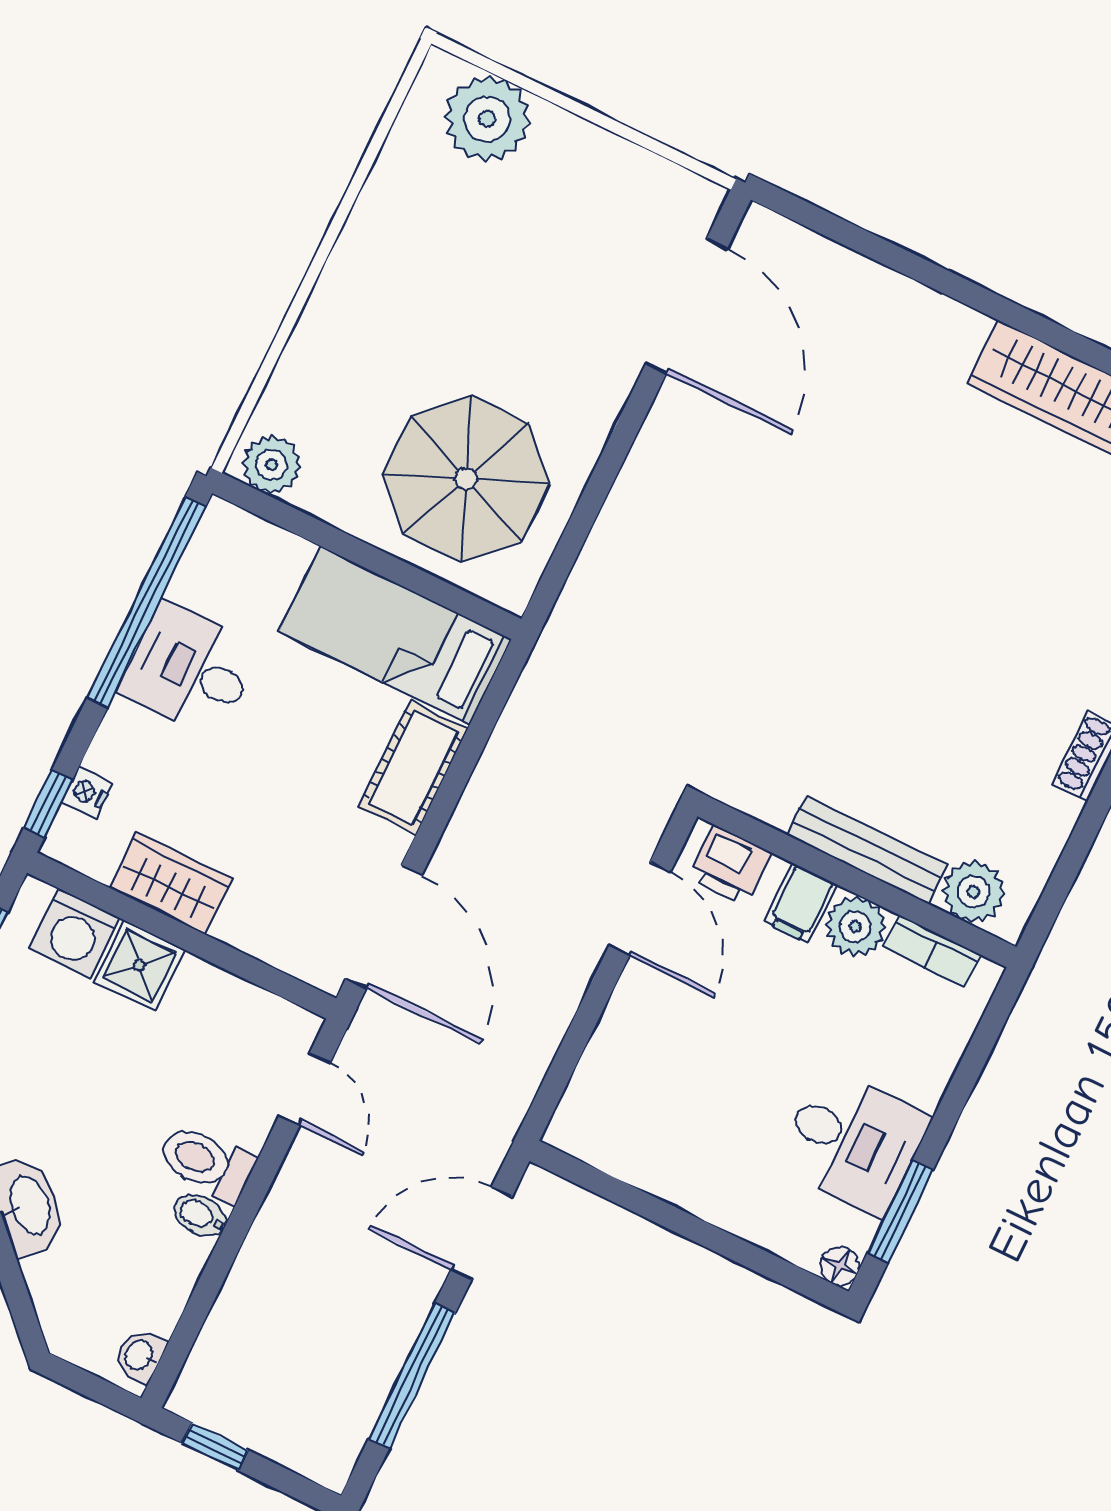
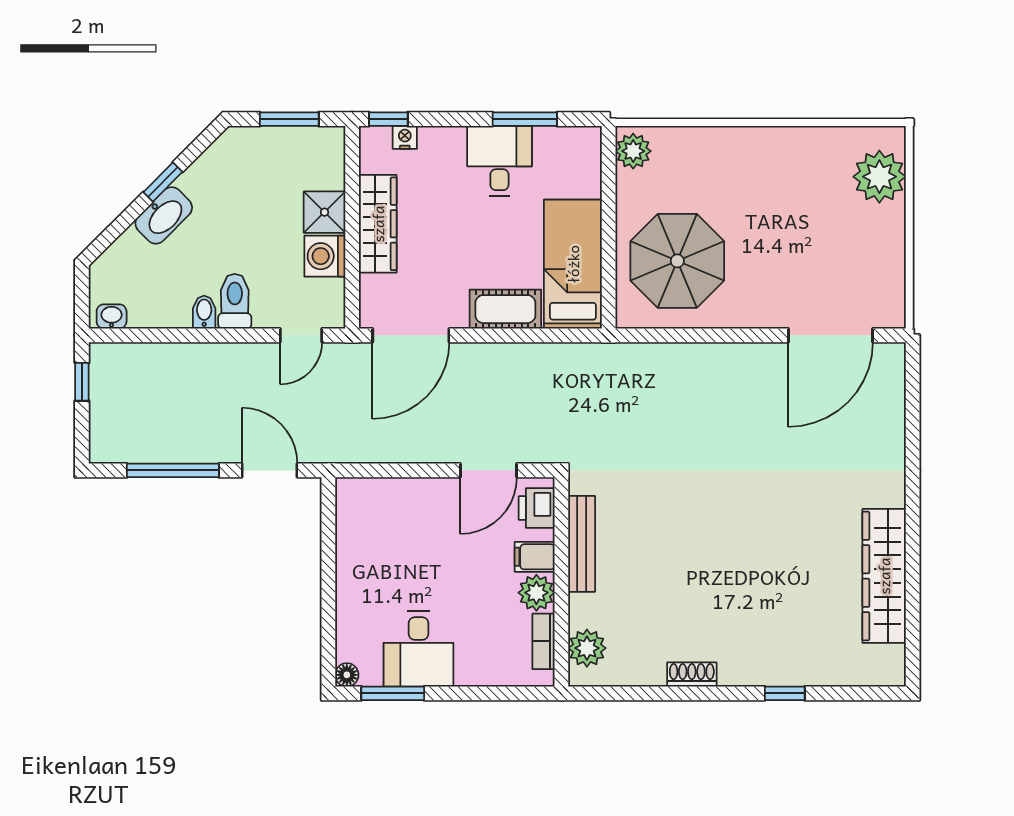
window: (146, 602) -> (525, 119), width x0.47
bench: (867, 850) -> (582, 544), moved
wardrobe: (171, 883) -> (378, 224), width x1.50
washing machine: (75, 933) -> (325, 256), moved

